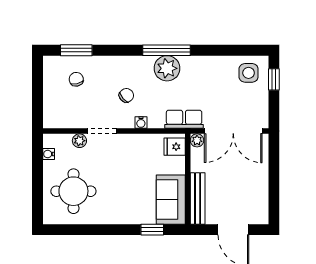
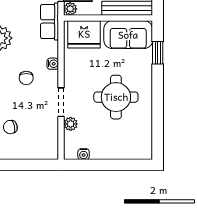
chair: (126, 95) -> (26, 78), turned -140
fridge: (175, 147) -> (84, 34), width x1.88, depth x1.34
round table: (73, 191) -> (116, 97), moved

